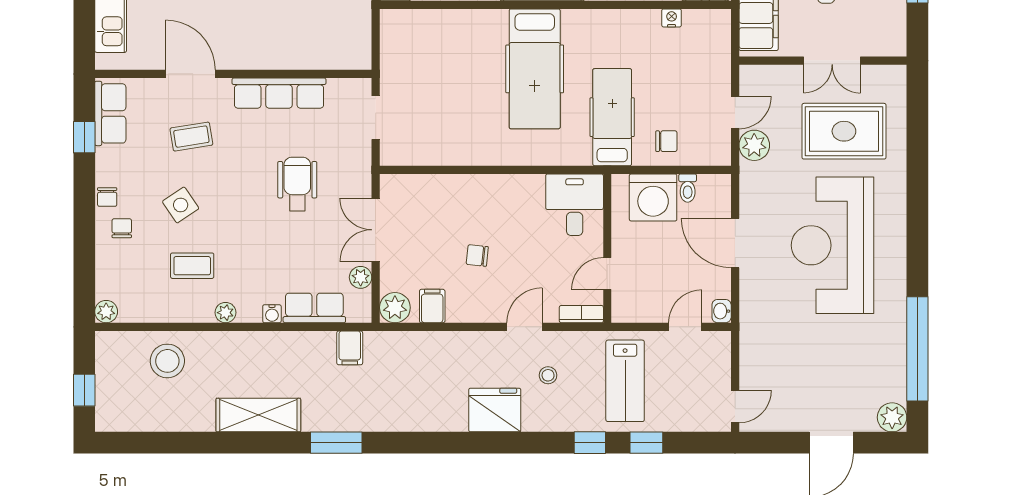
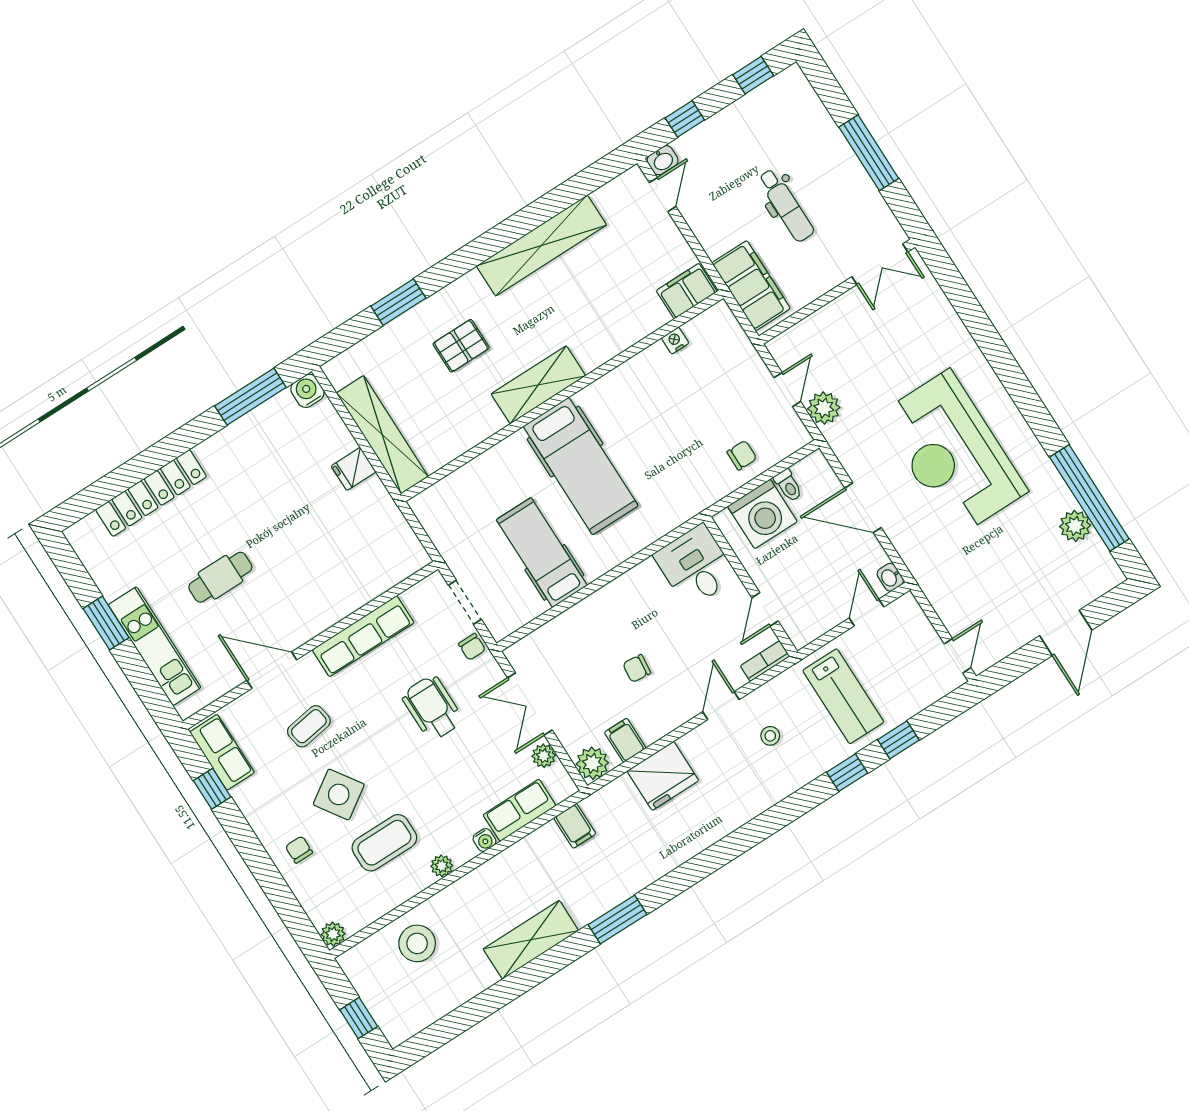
double door: (832, 61) -> (880, 264), moved
hospital bed: (612, 117) -> (542, 553), moved
rug: (844, 131) -> (897, 343), removed
chair: (107, 197) -> (472, 647), moved
side table: (181, 205) -> (339, 794), width x1.37, depth x1.37
coffee table: (192, 266) -> (384, 843), width x1.36, depth x1.30
fridge: (495, 410) -> (663, 776), moved, turned 180
plant: (892, 417) -> (1075, 526), moved

